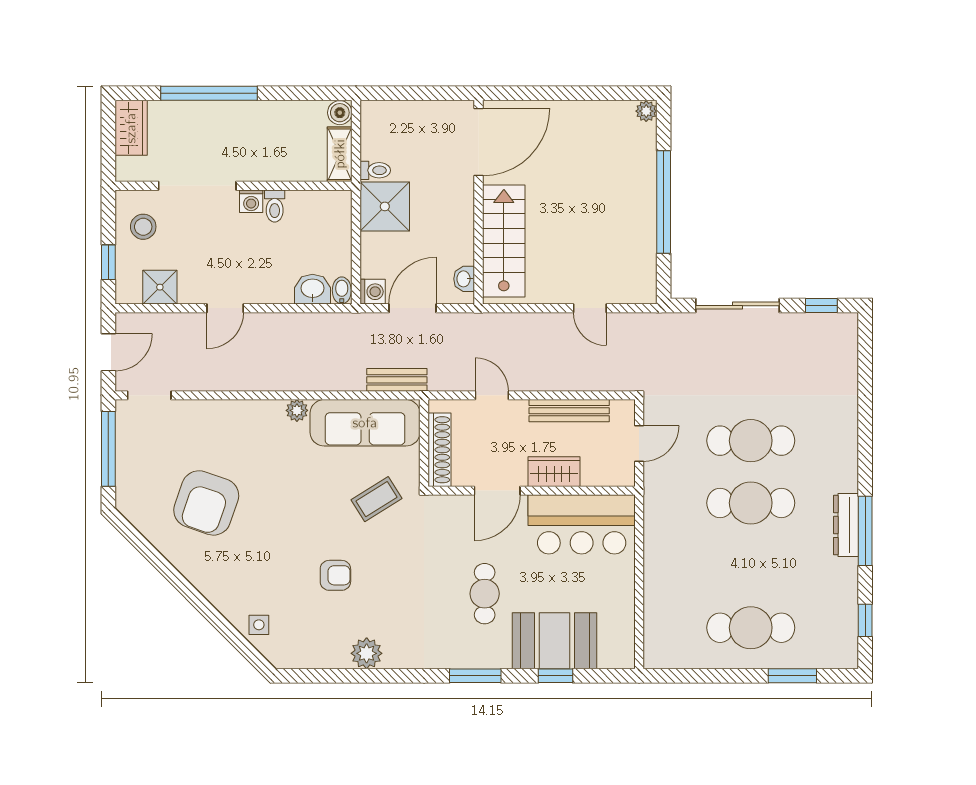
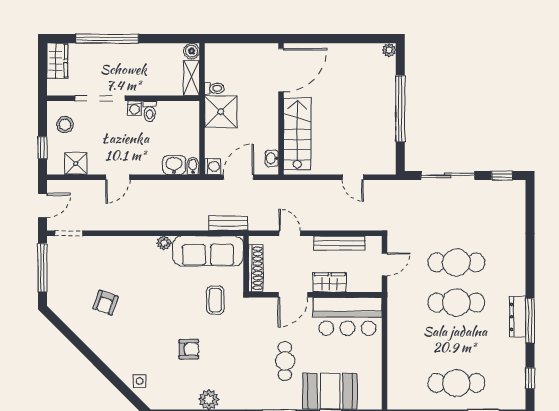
coffee table: (376, 499) -> (215, 300), turned -58
armchair: (206, 503) -> (106, 303), width x0.53, depth x0.53

